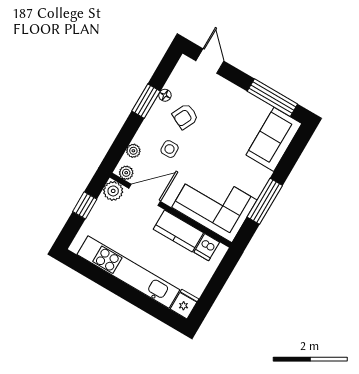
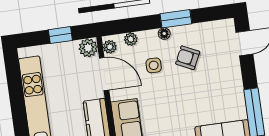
floor lamp: (165, 95) -> (164, 34), moved

